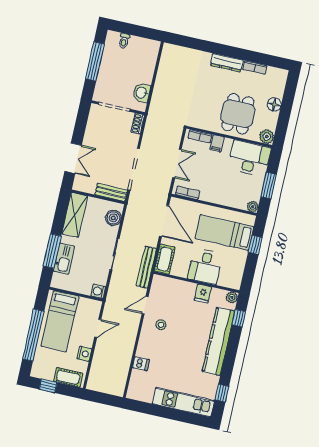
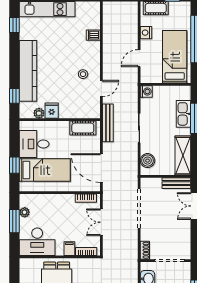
plant: (267, 137) -> (26, 265), removed
bench: (111, 192) -> (176, 183), moved
plant: (253, 207) -> (25, 212), moved
cot: (165, 259) -> (83, 128), moved, turned 90
desk: (205, 266) -> (34, 144), moved, turned -90
plant: (232, 297) -> (39, 113), moved

